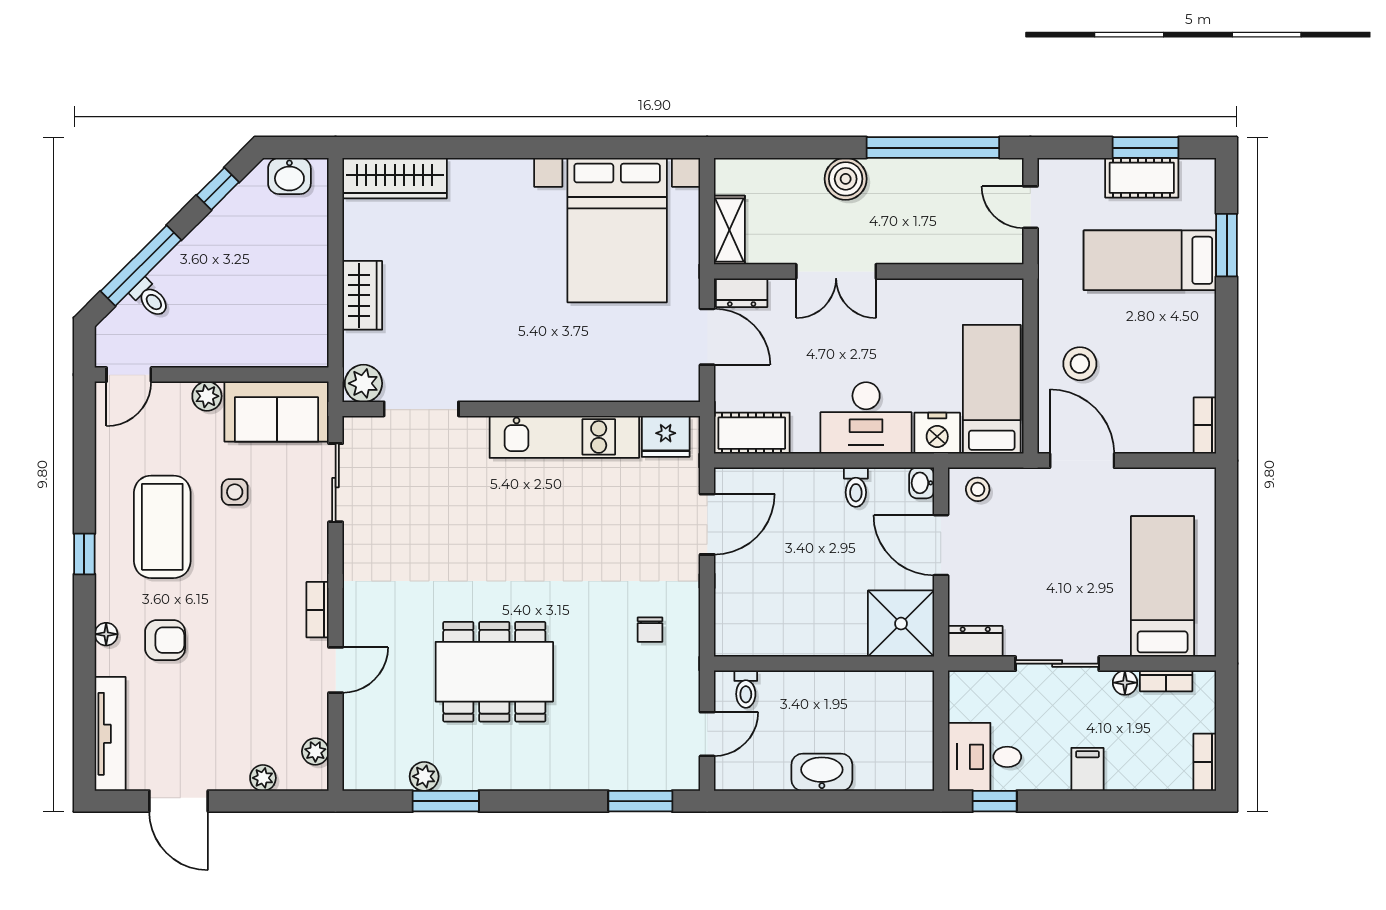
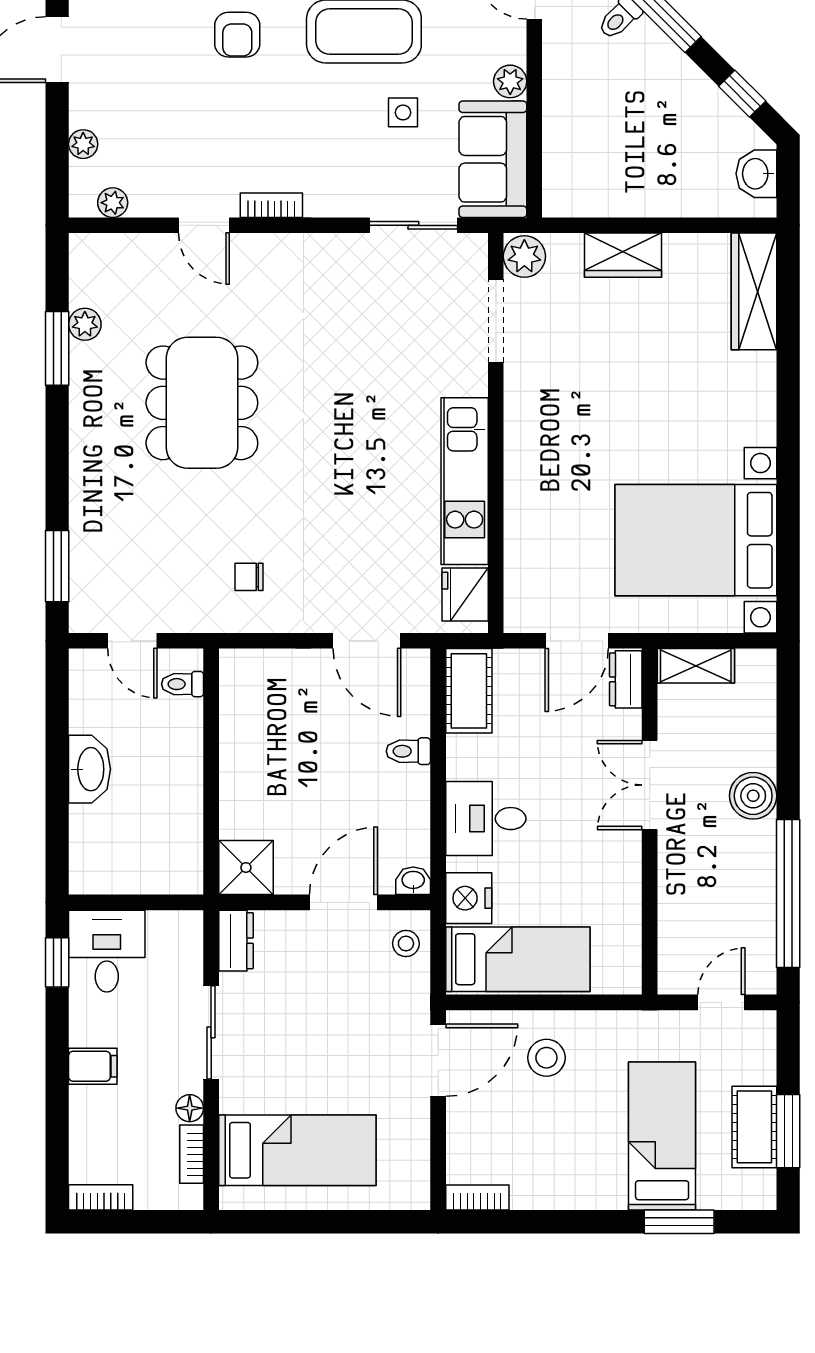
desk: (866, 418) -> (486, 819), width x0.73
toilet: (856, 487) -> (408, 751), moved
shower: (901, 624) -> (246, 868), width x0.73, depth x0.73

